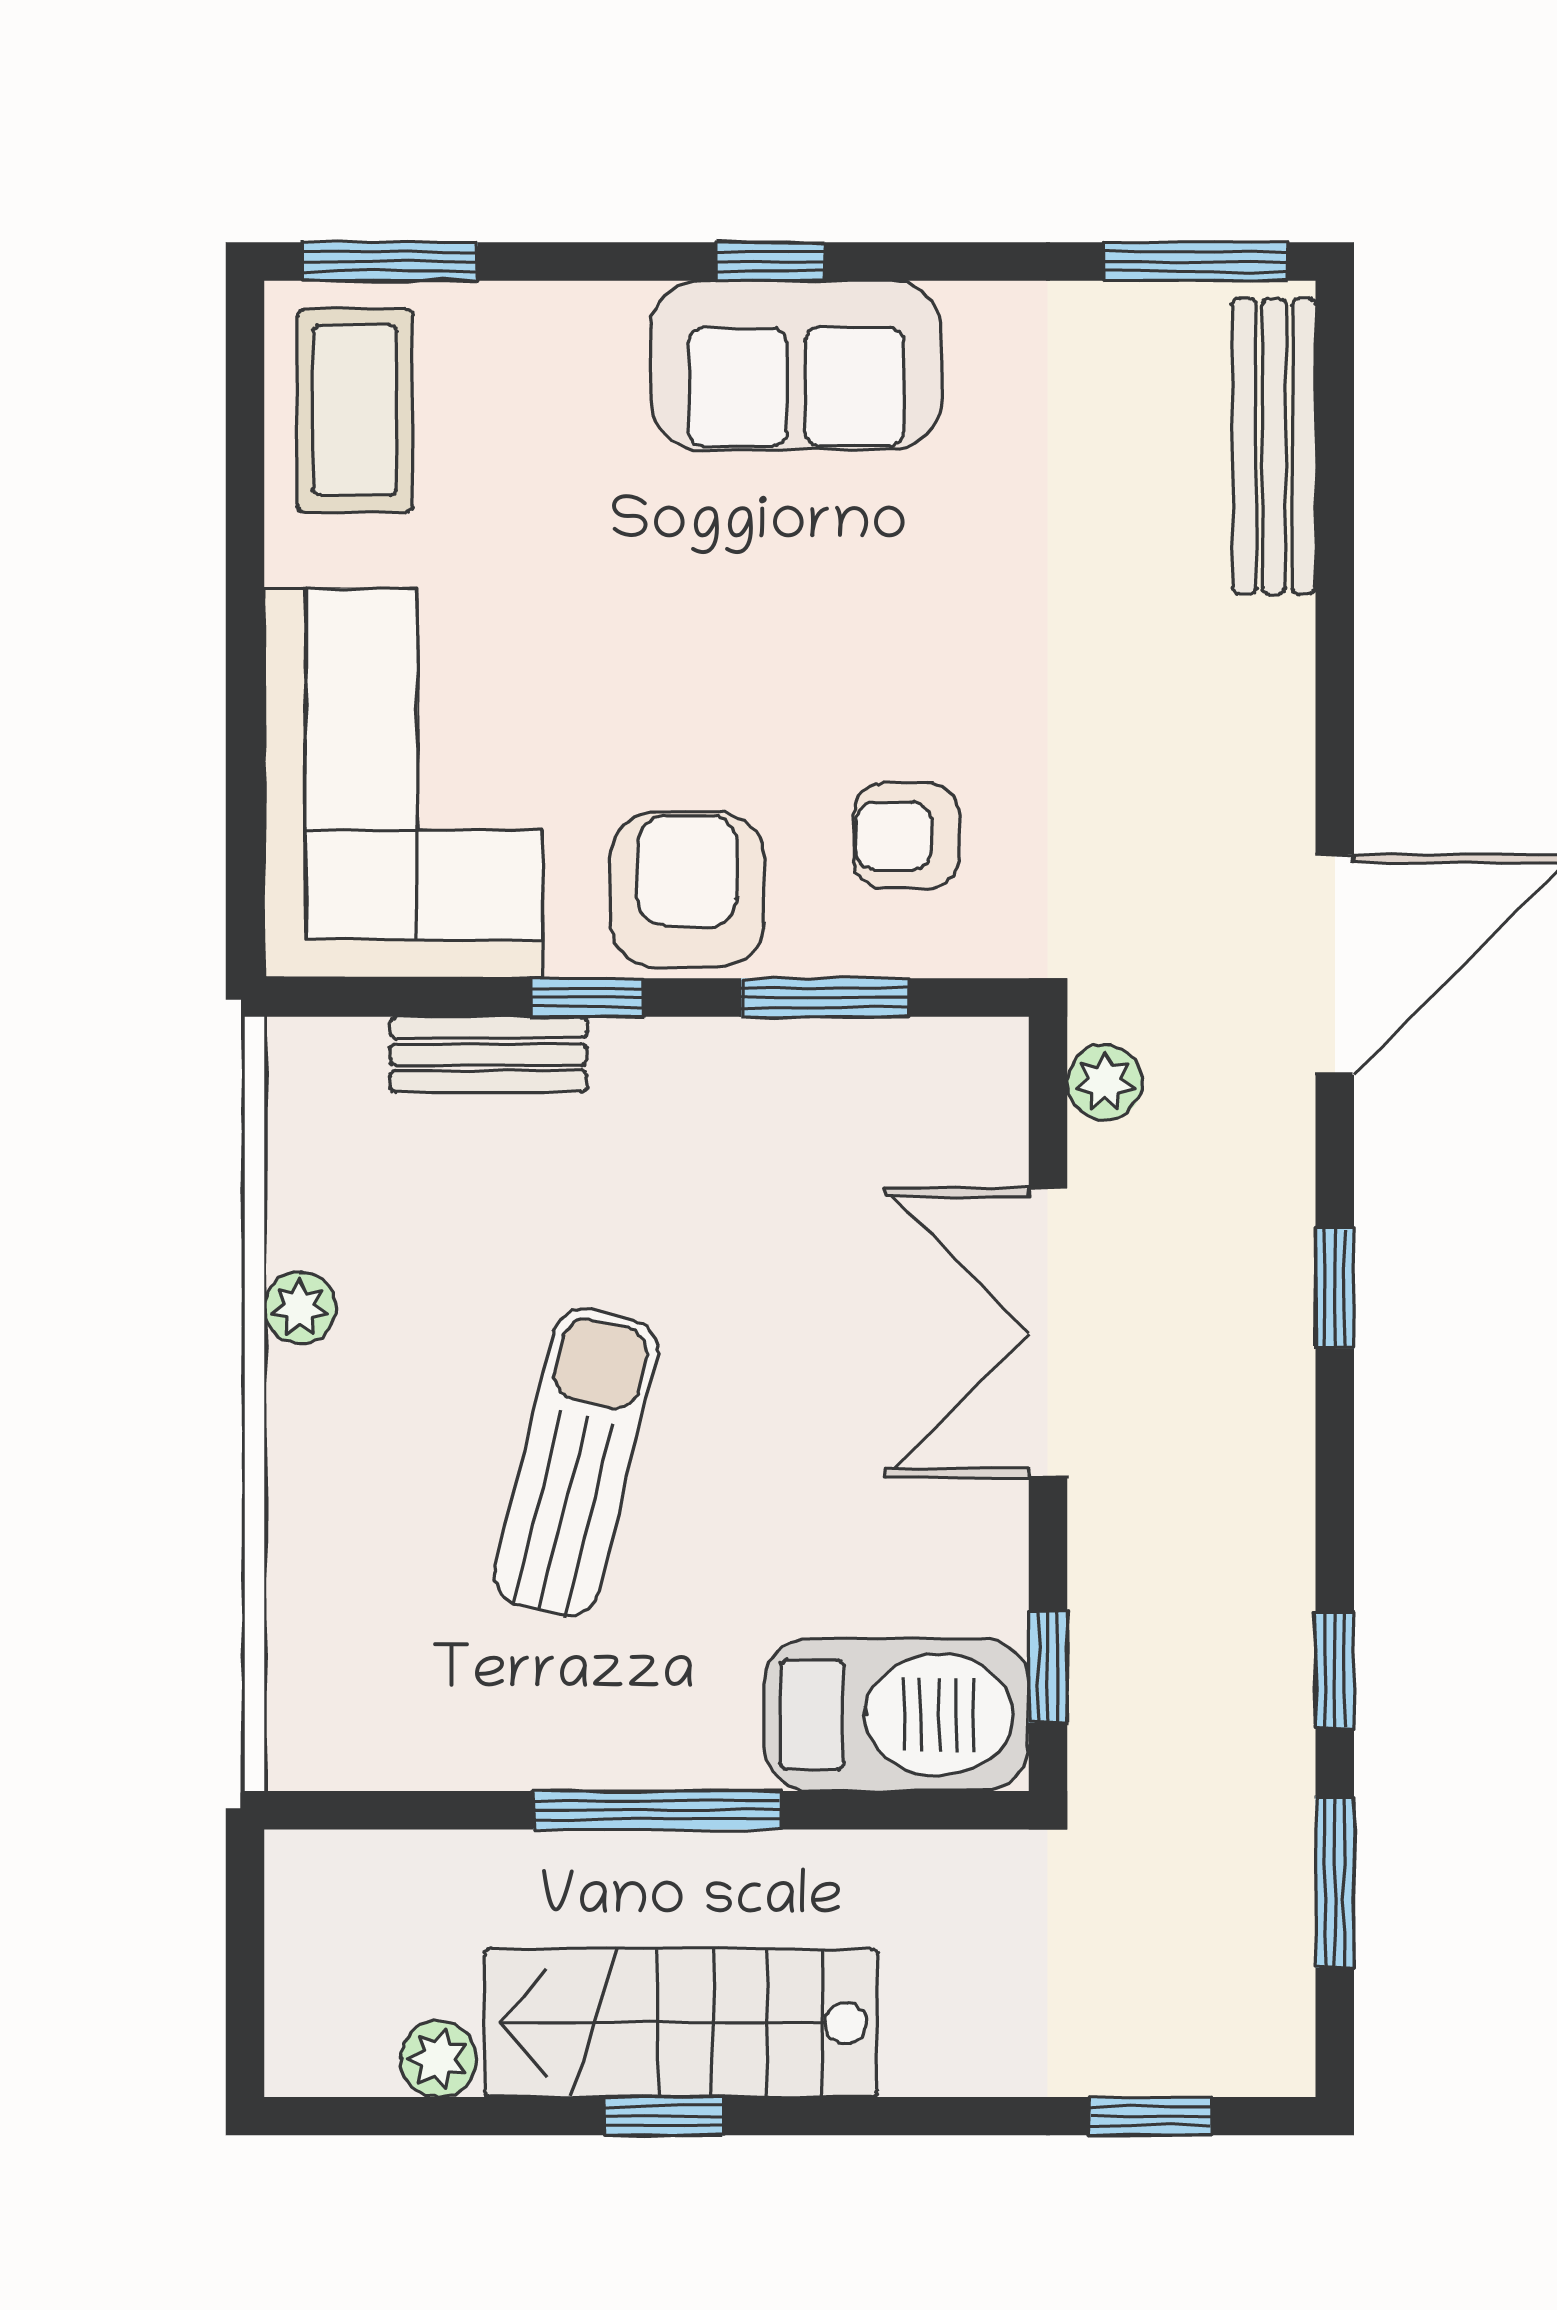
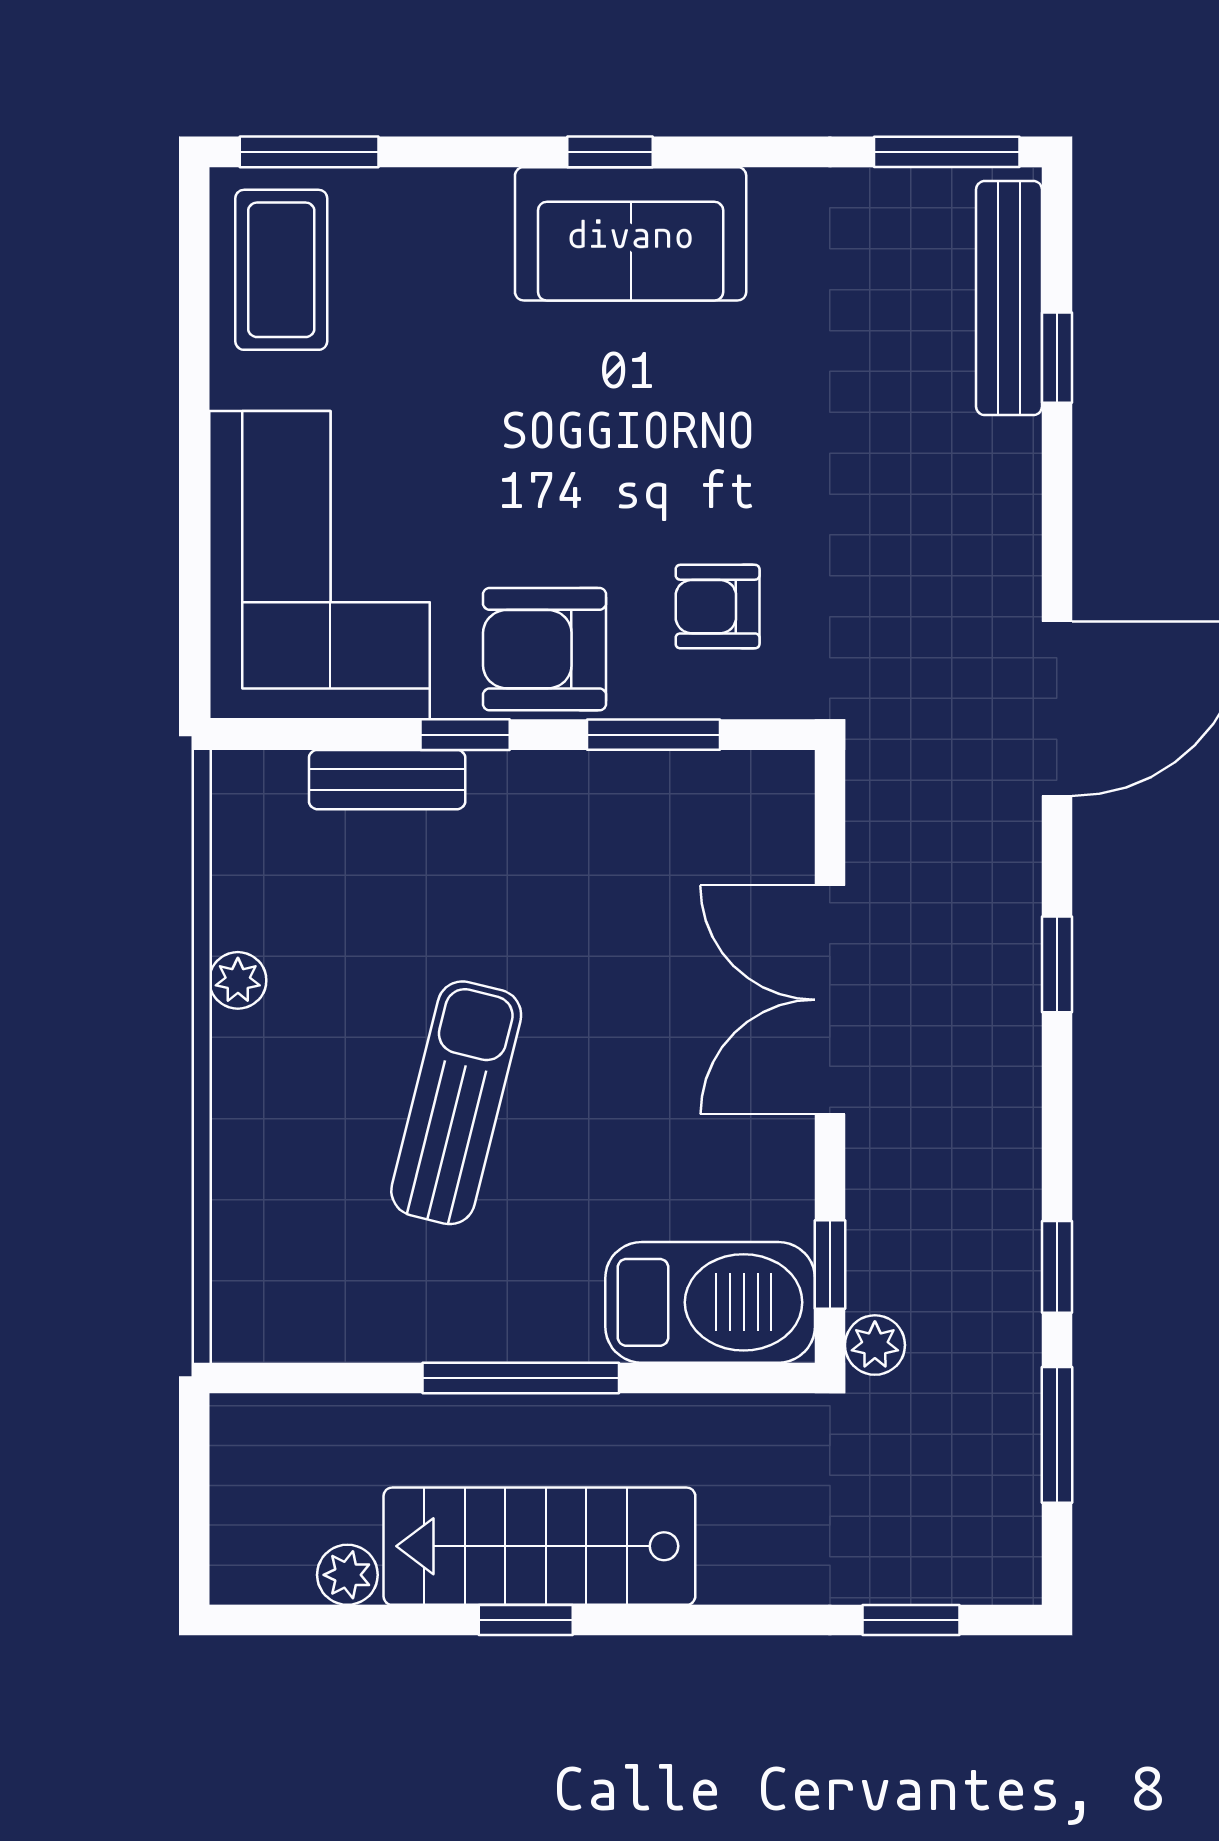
window: (1335, 521) -> (1057, 358), added
armchair: (687, 890) -> (544, 649), turned -90
plant: (1105, 1082) -> (875, 1345), moved

